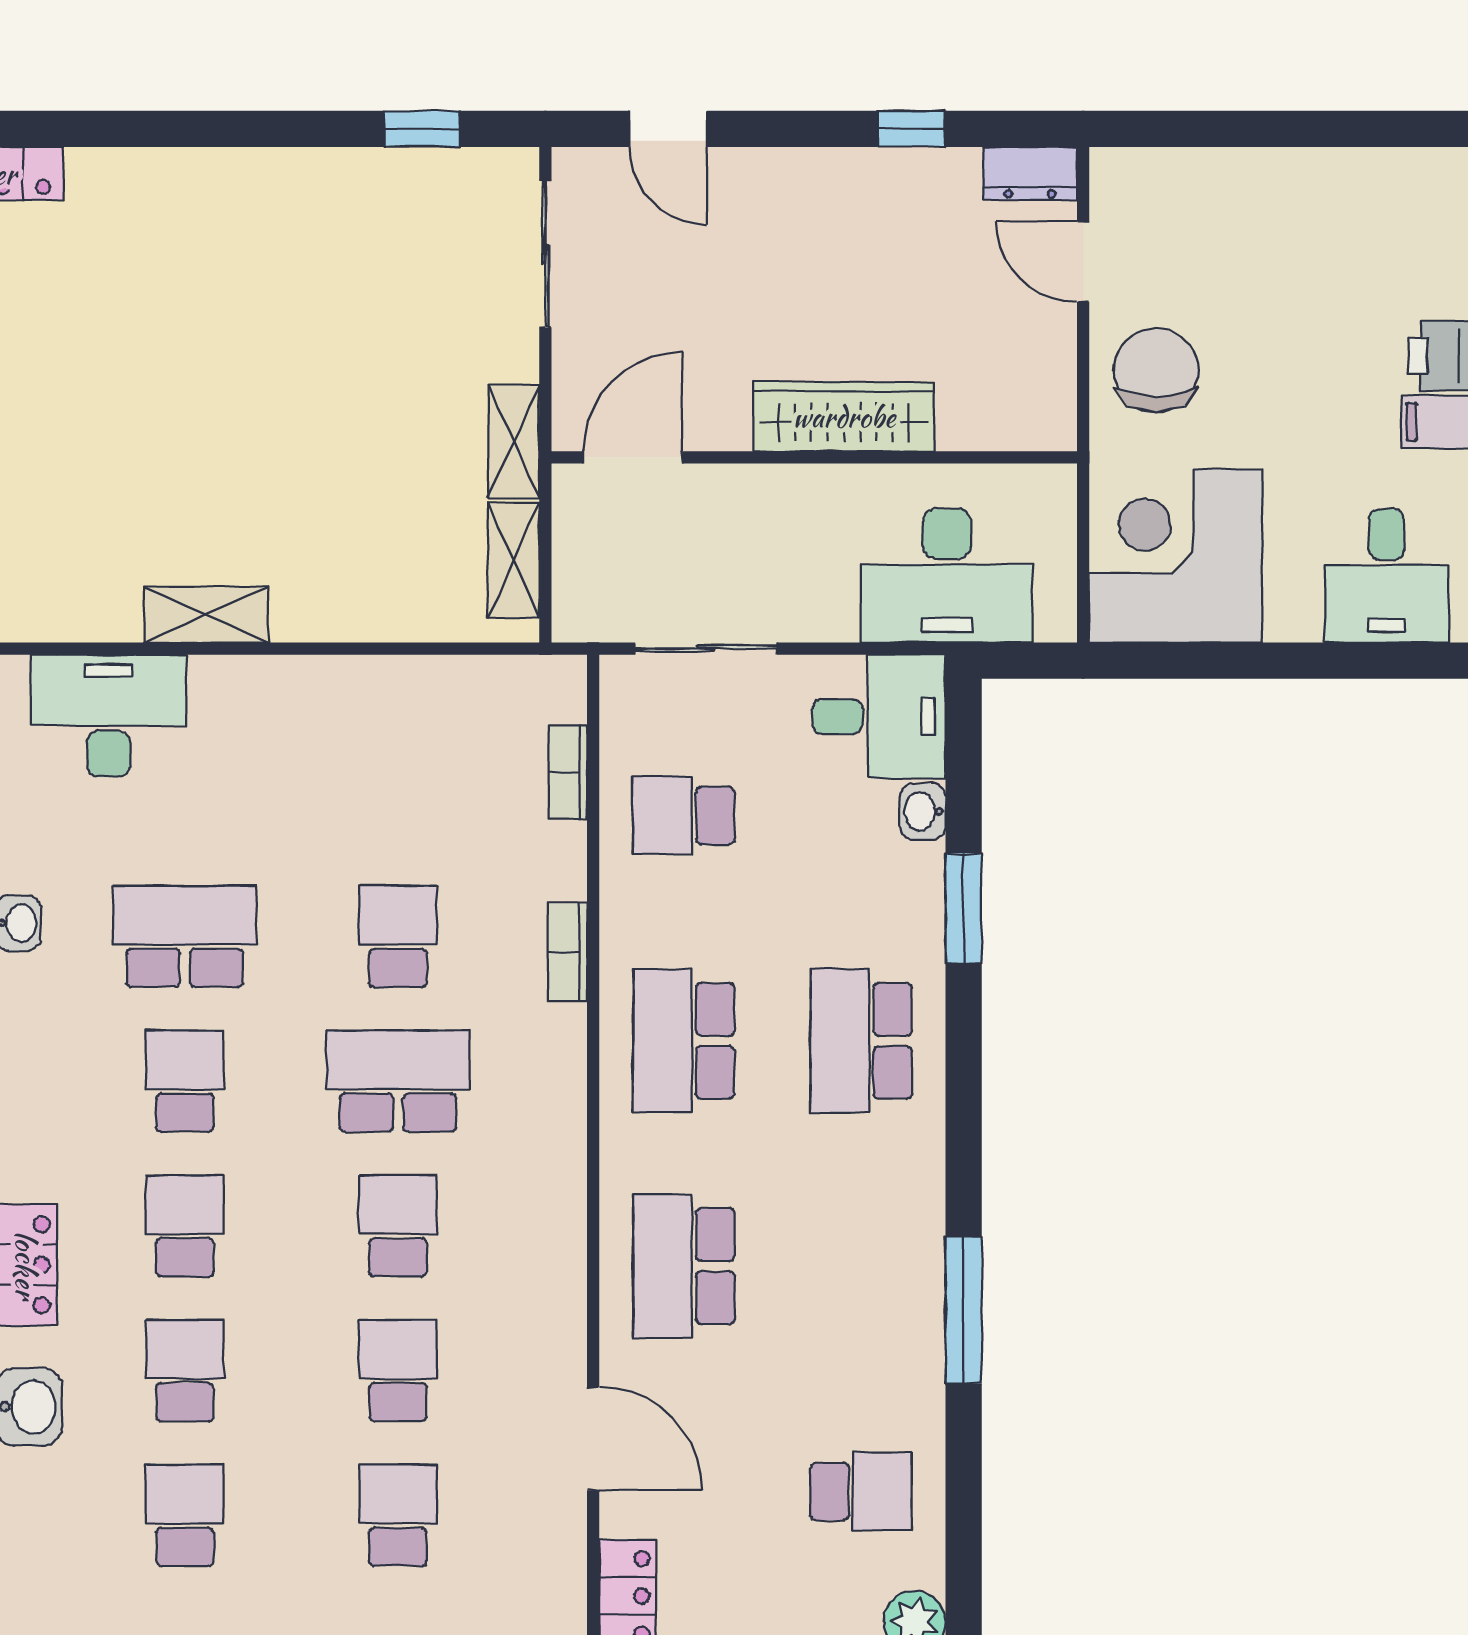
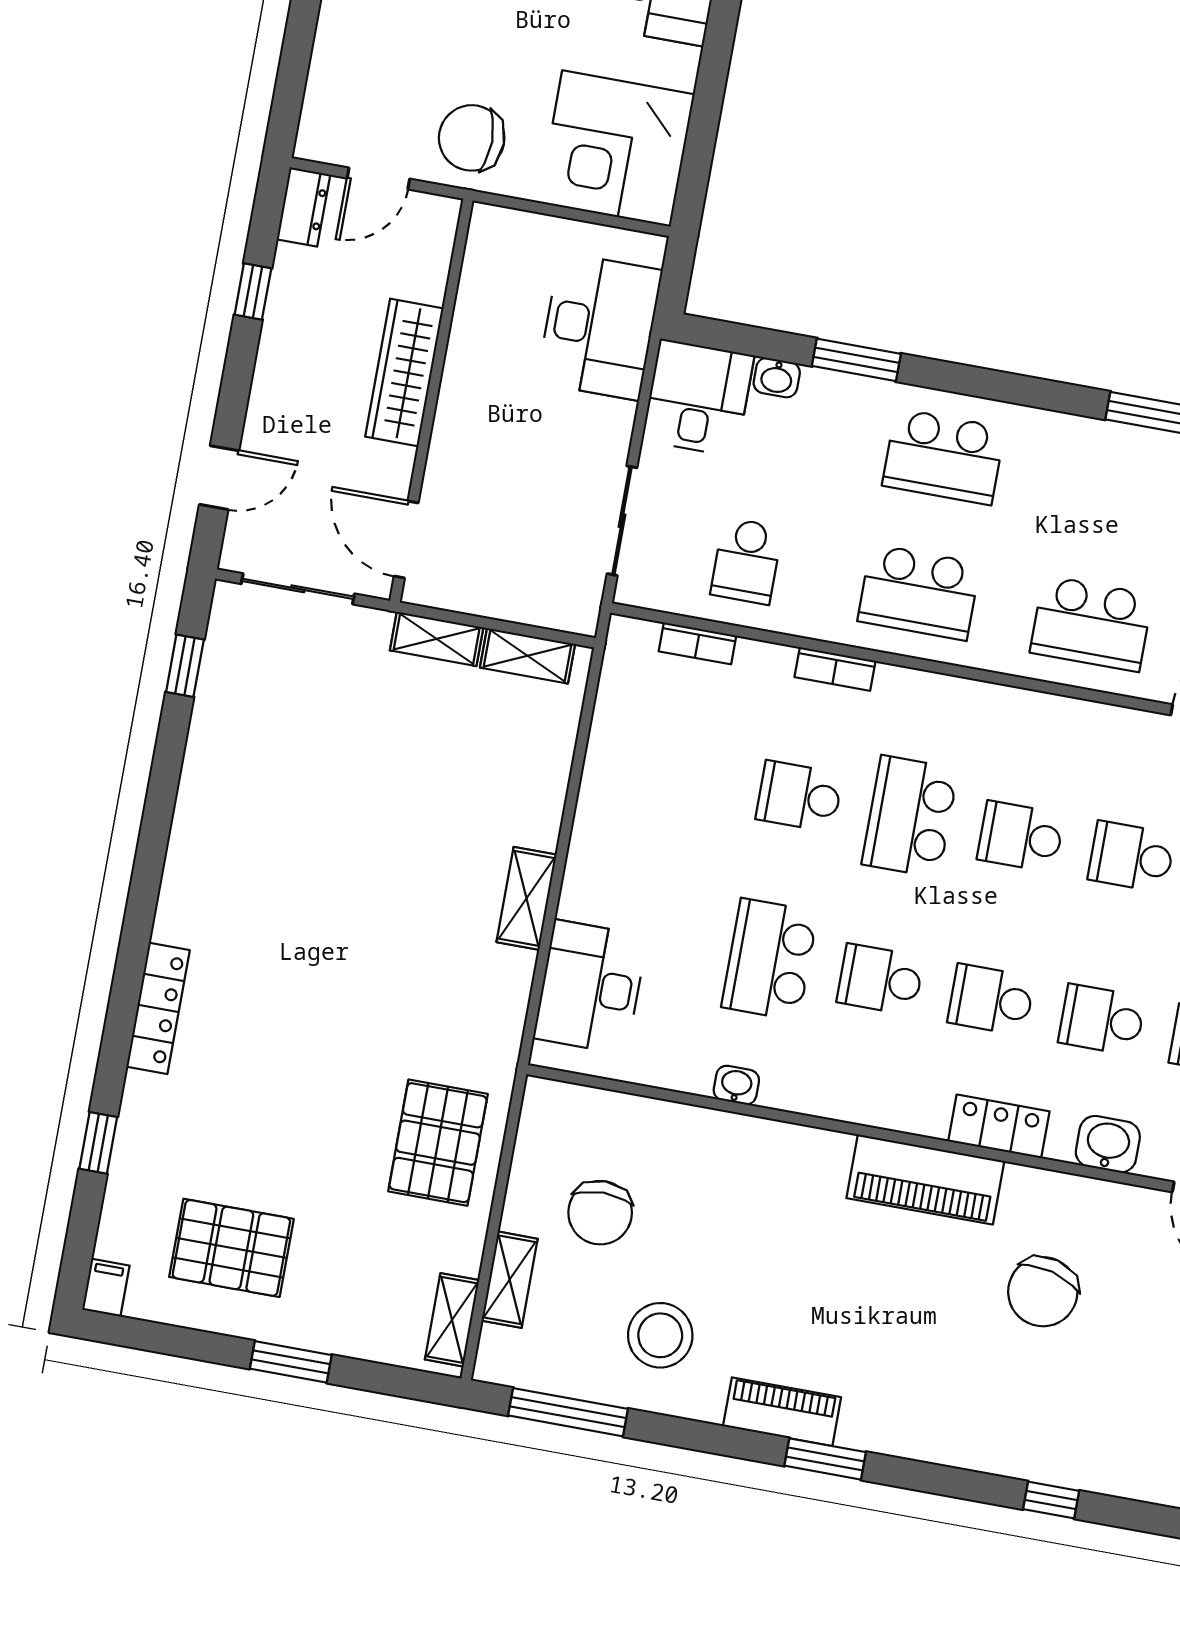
wardrobe: (844, 417) -> (404, 372), moved
door: (633, 457) -> (406, 539), moved
wall: (814, 457) -> (431, 401), moved

